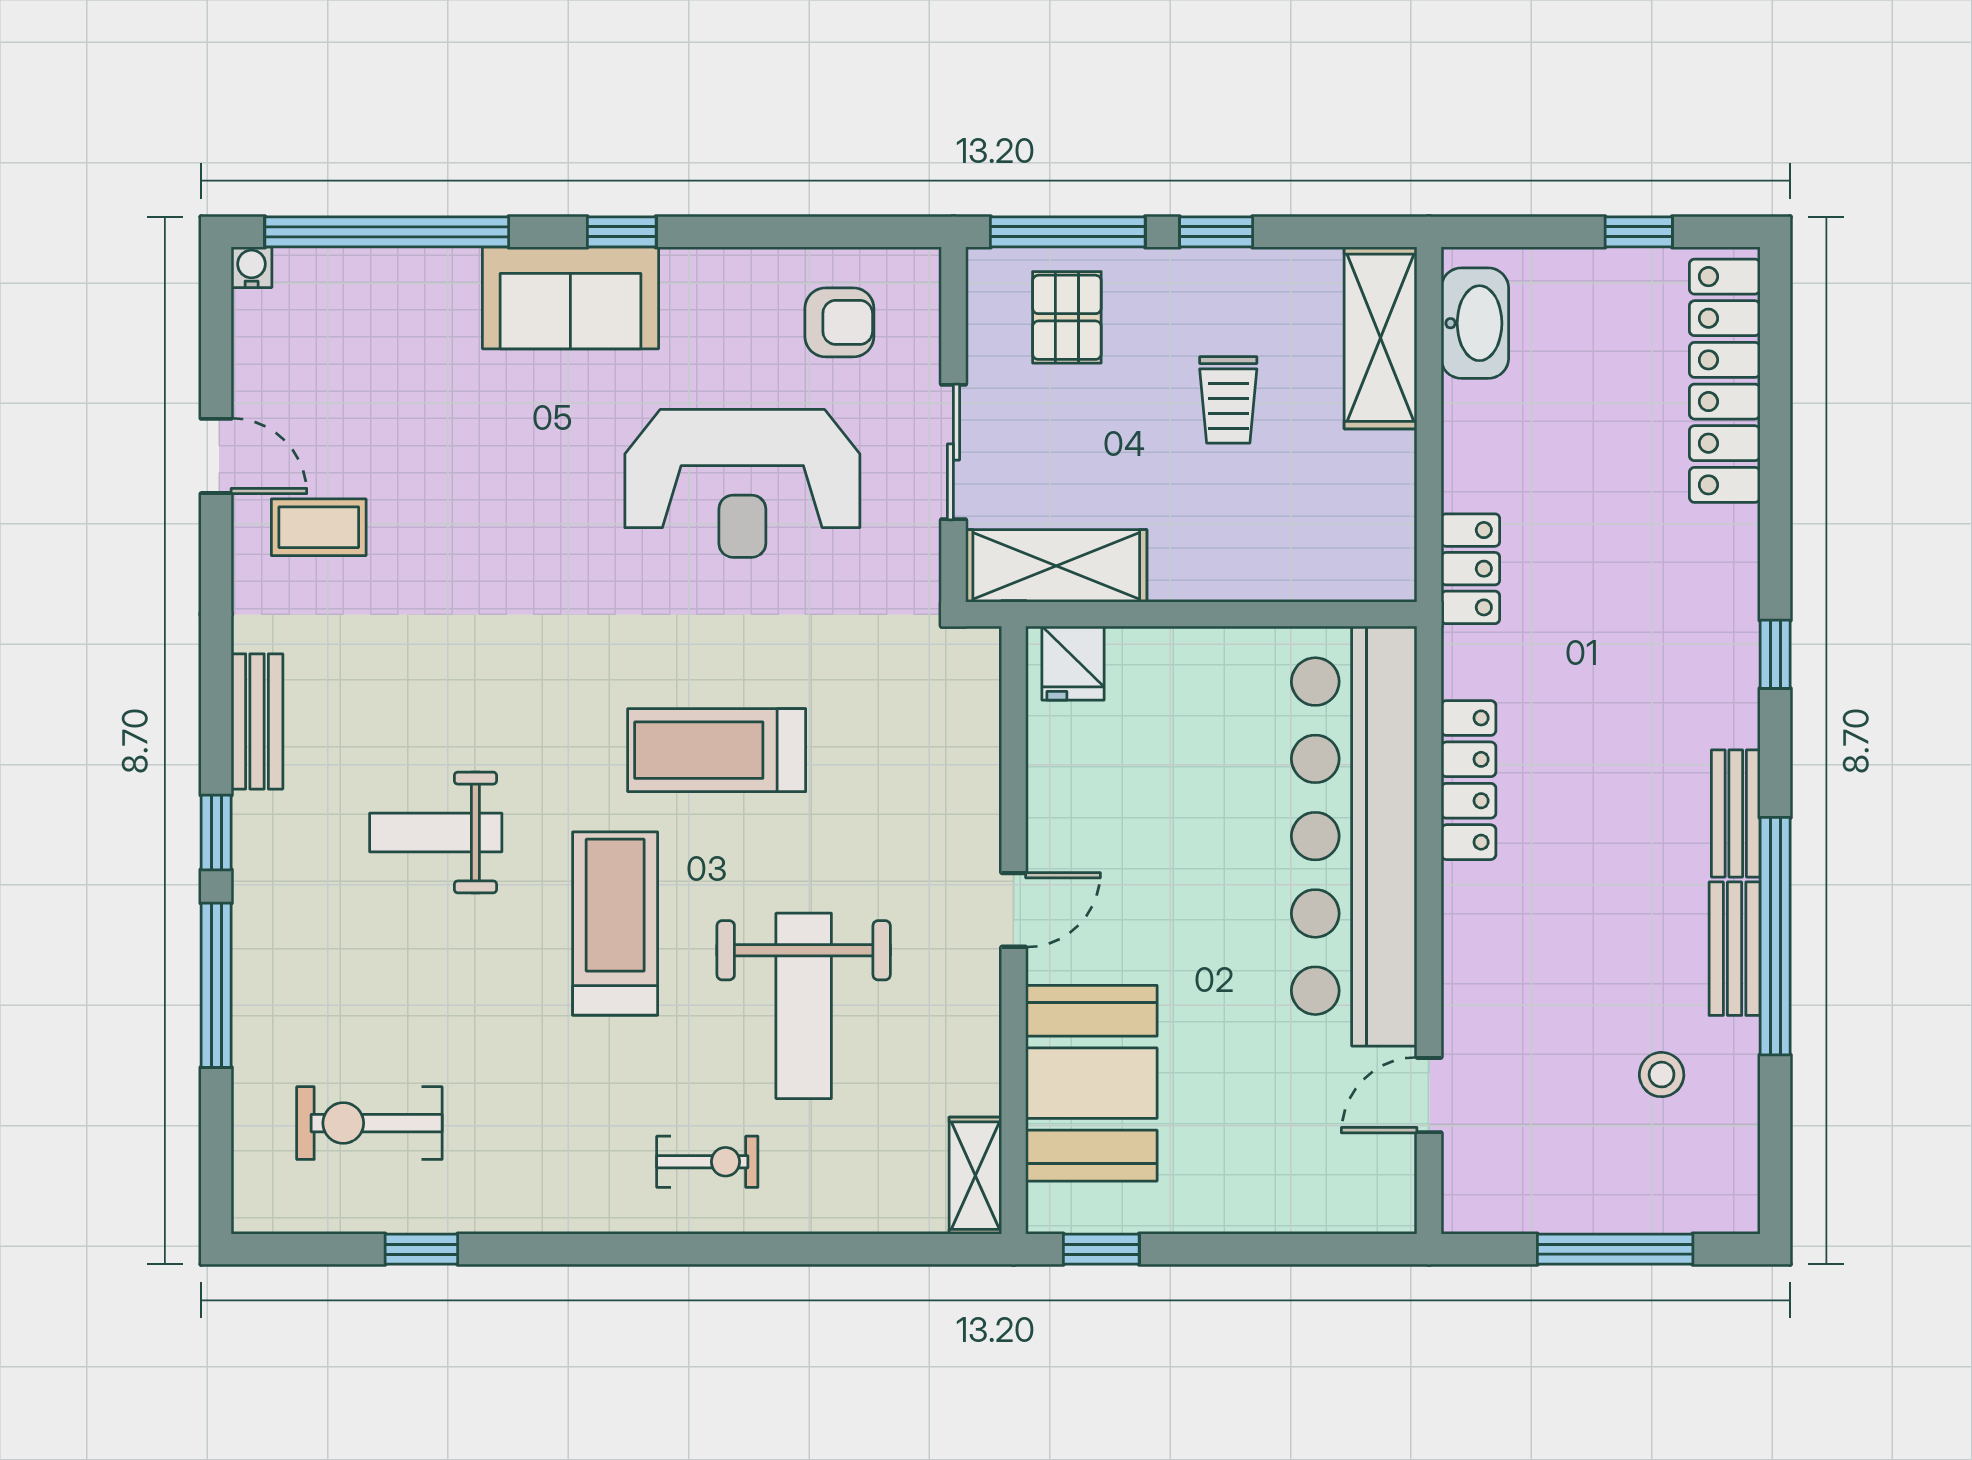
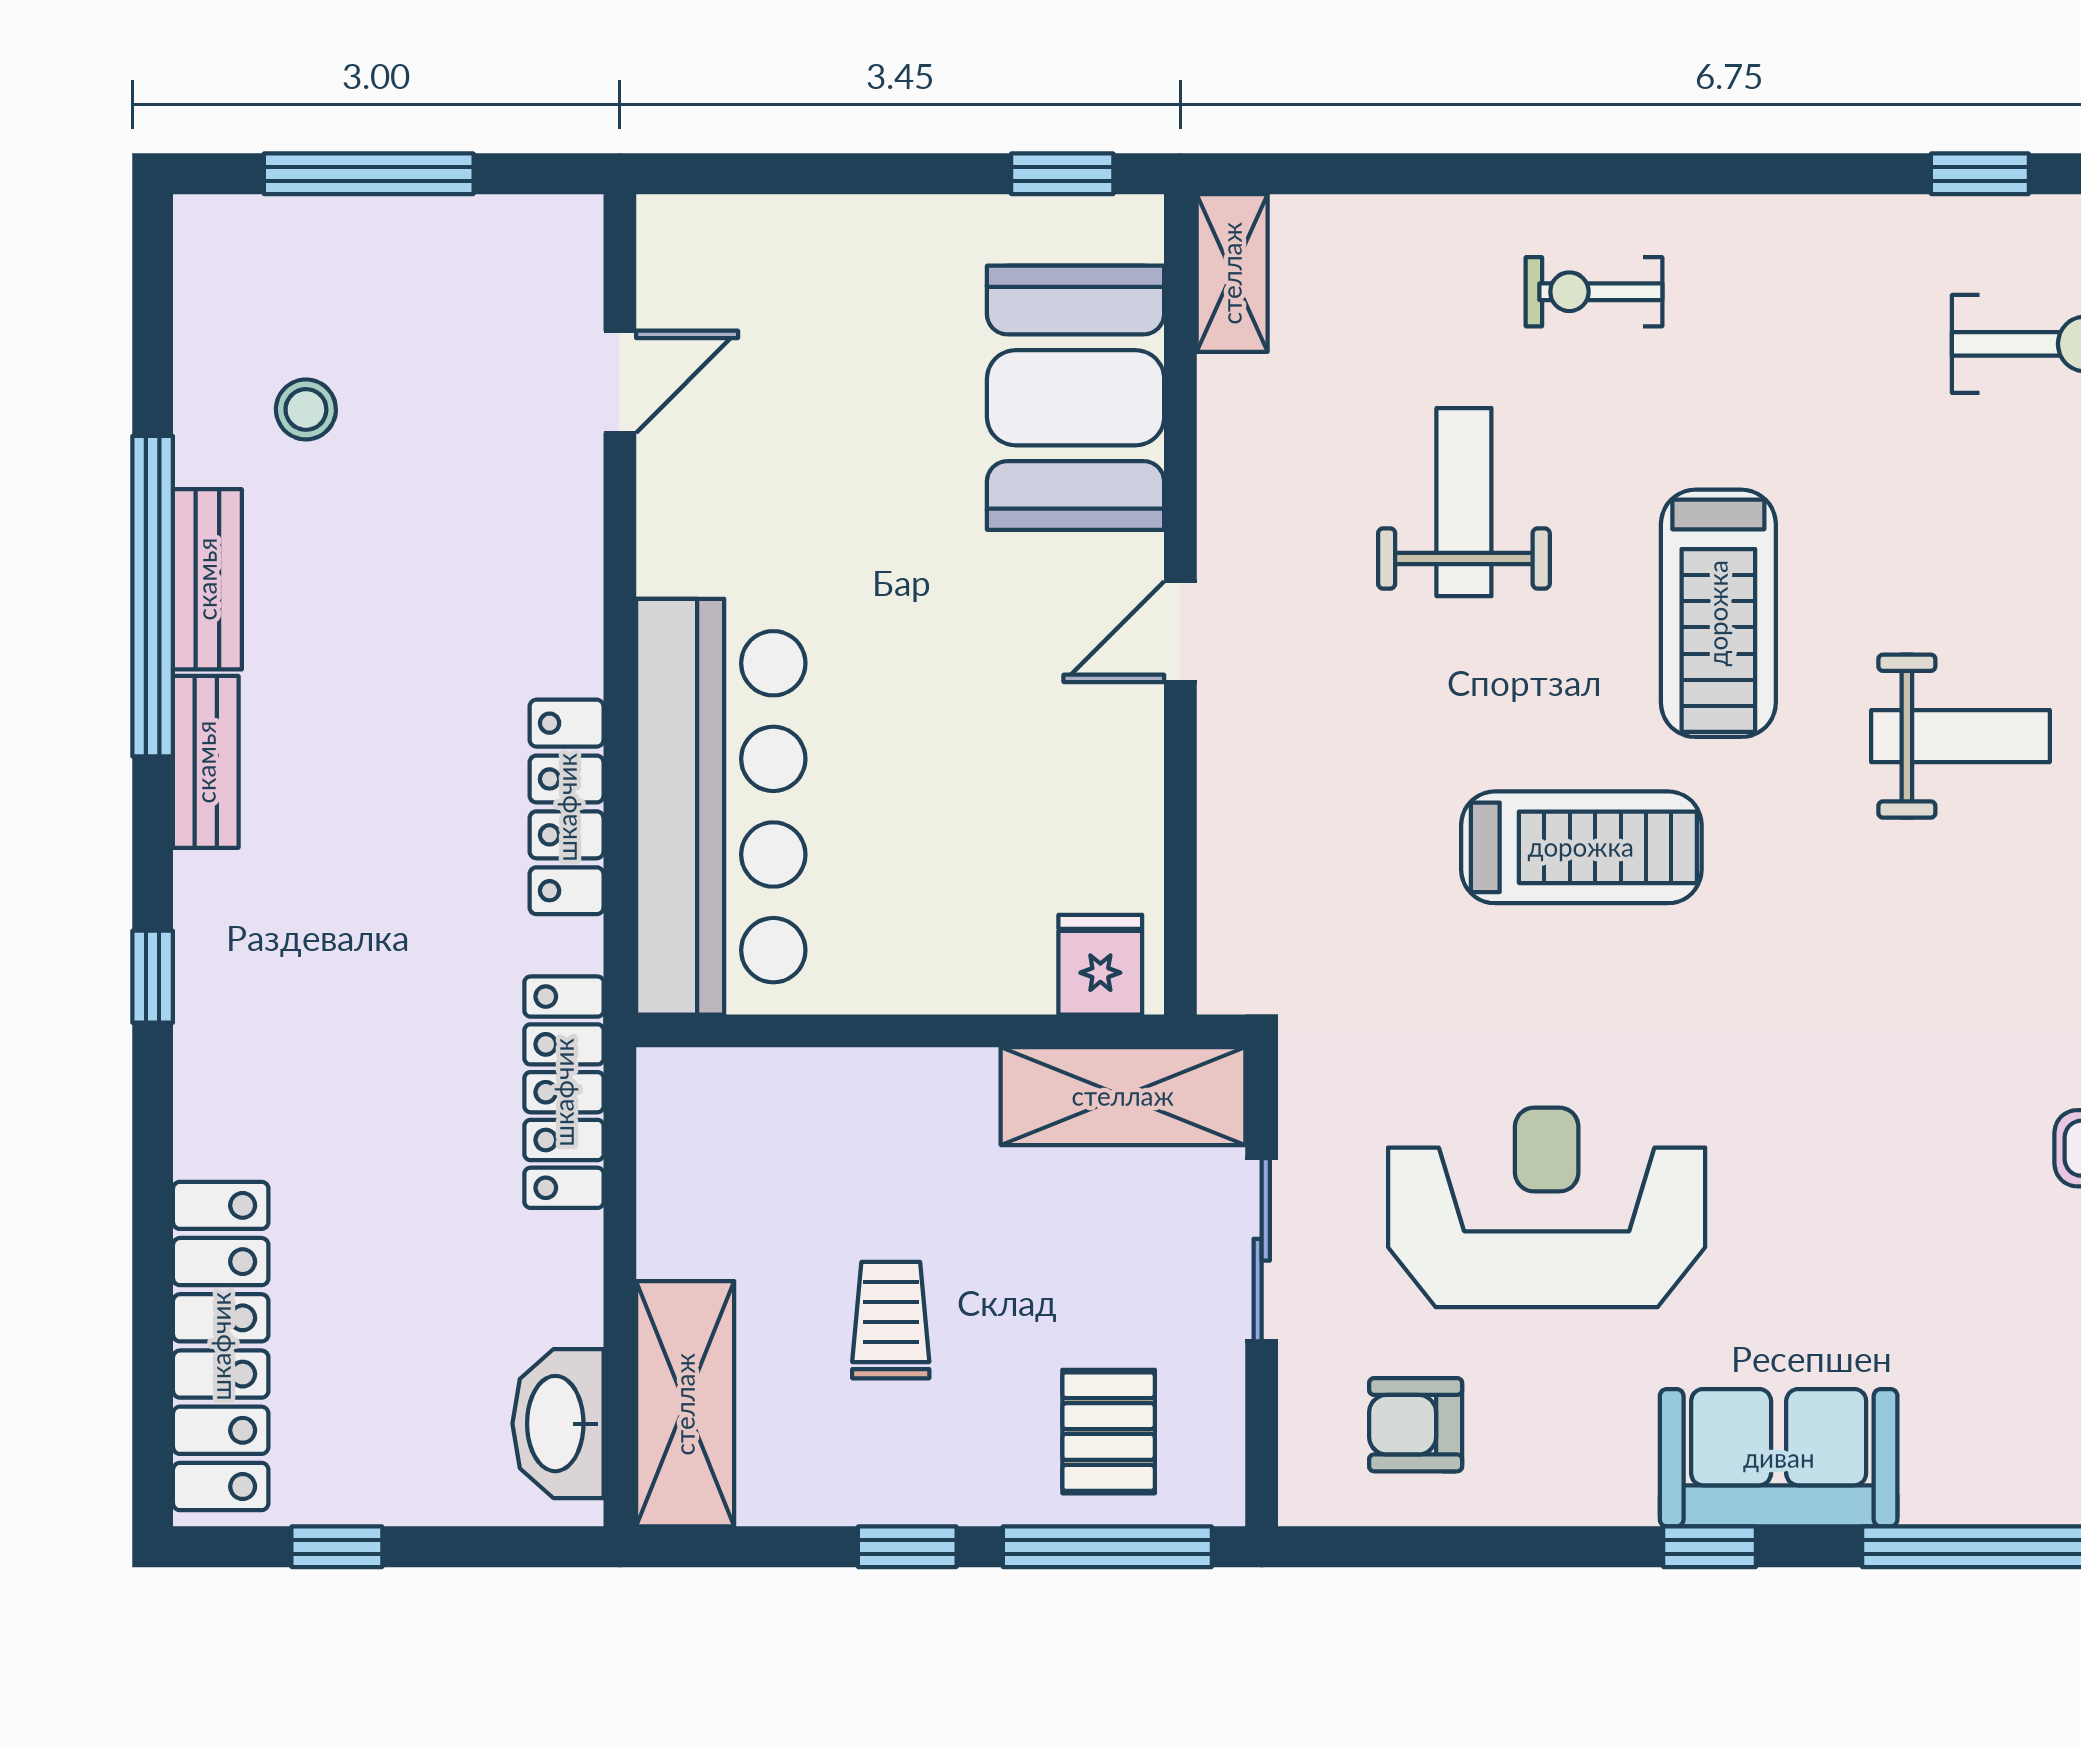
locker: (1470, 569) -> (564, 1092), width x1.53
bar counter: (1354, 836) -> (721, 807), width x0.73
weight bench: (804, 1006) -> (1464, 502), width x0.73, depth x0.75

